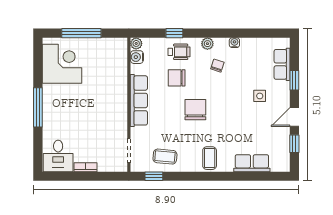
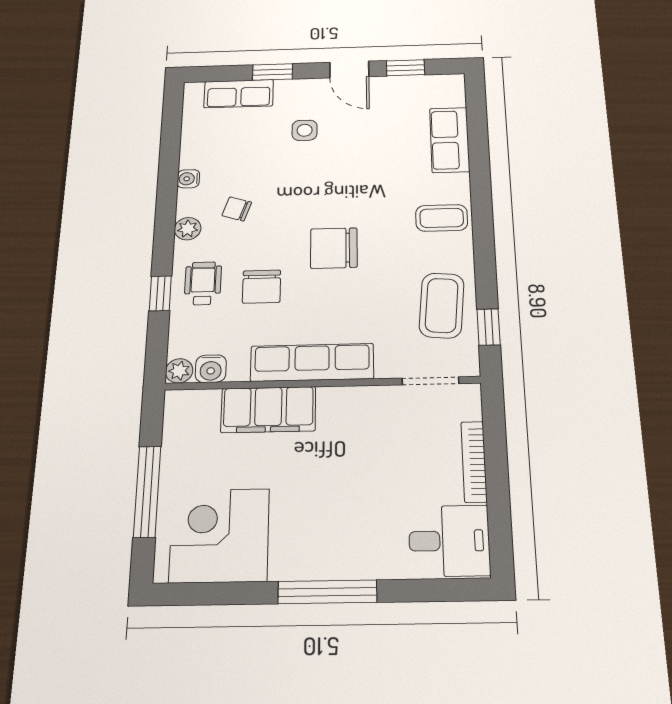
filing cabinet: (117, 82) -> (268, 410), added
coffee table: (165, 157) -> (442, 305), width x1.36, depth x1.30
bookcase: (85, 167) -> (474, 462), width x1.56

